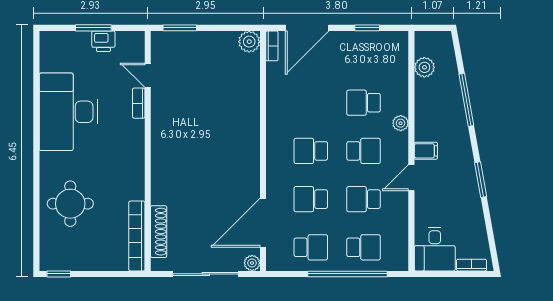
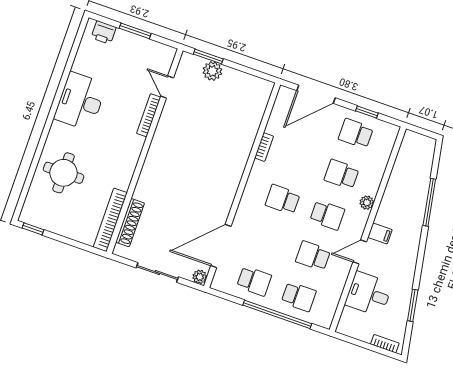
printer: (103, 41) -> (104, 33), moved
plant: (249, 42) -> (212, 71), moved
bookcase: (272, 46) -> (264, 147), moved
plant: (424, 67) -> (404, 162), removed
bookcase: (139, 103) -> (149, 115), width x1.56
desk: (68, 112) -> (80, 101), width x0.73, depth x0.77
window: (481, 180) -> (413, 305), moved
school desk: (311, 199) -> (356, 133), moved
desk: (435, 249) -> (369, 294), moved, turned 90
sliding door: (206, 274) -> (157, 272), width x0.73

